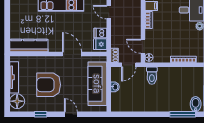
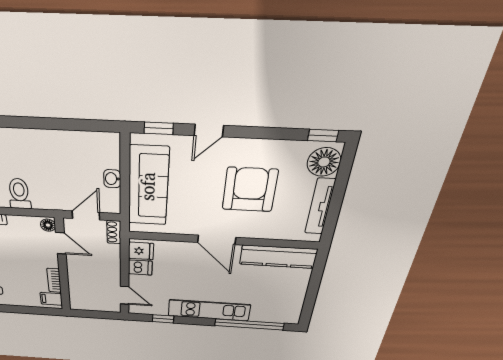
door: (72, 54) -> (217, 240), moved
toilet: (152, 76) -> (19, 194), moved
armchair: (49, 85) -> (250, 190), turned -90
window: (41, 114) -> (323, 135), moved
door: (71, 114) -> (209, 130), hinge flipped
window: (93, 114) -> (159, 128), added

